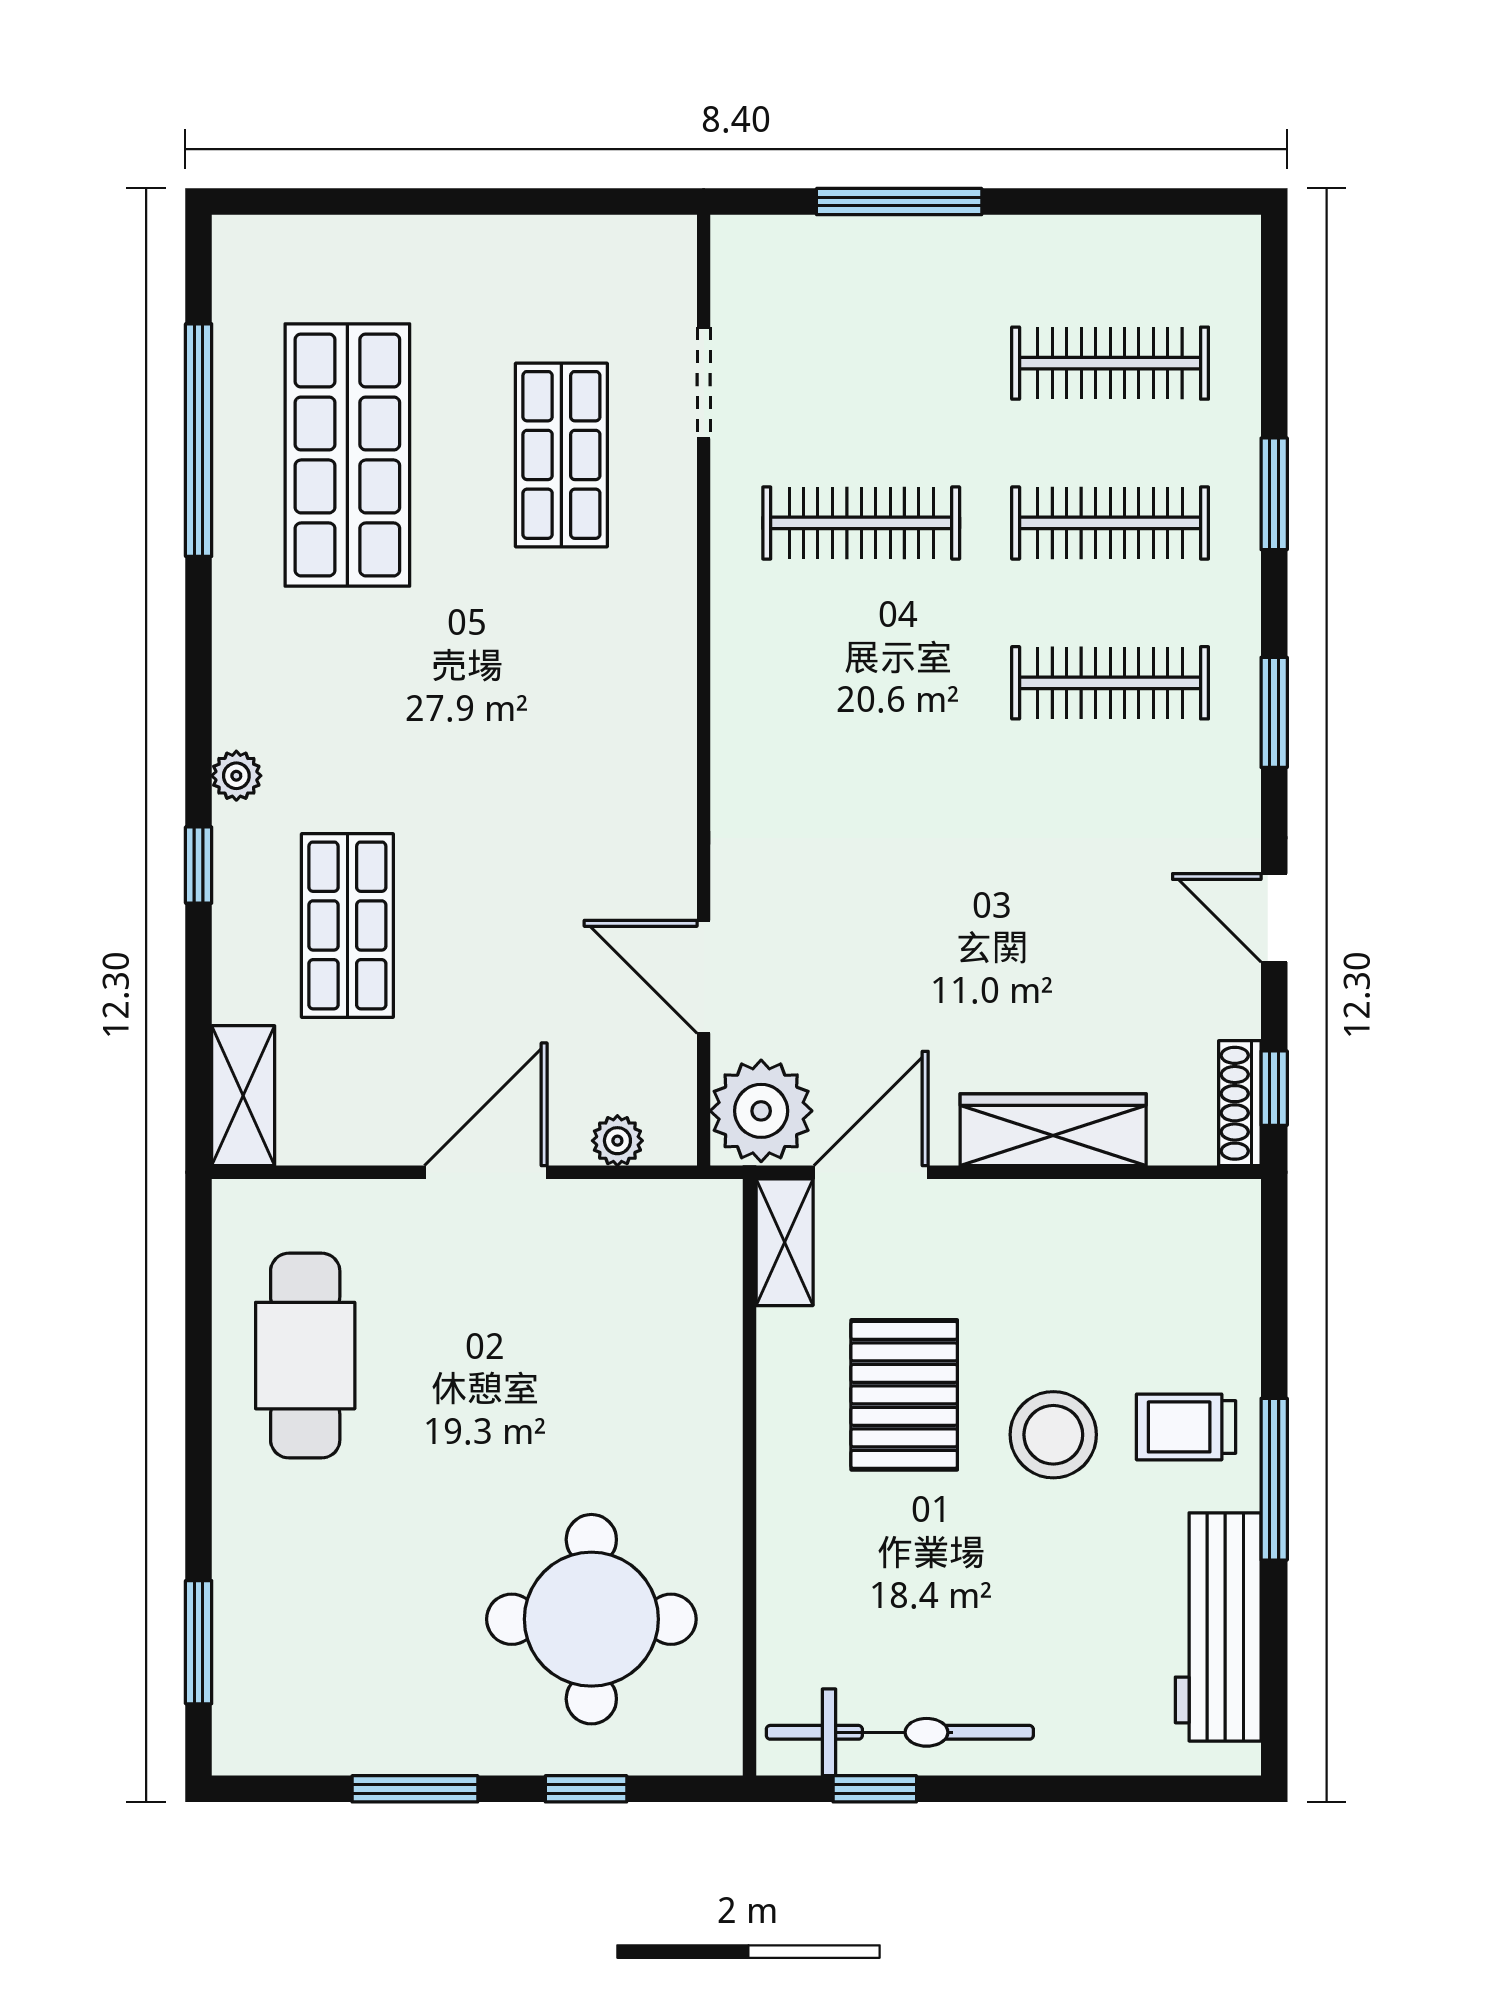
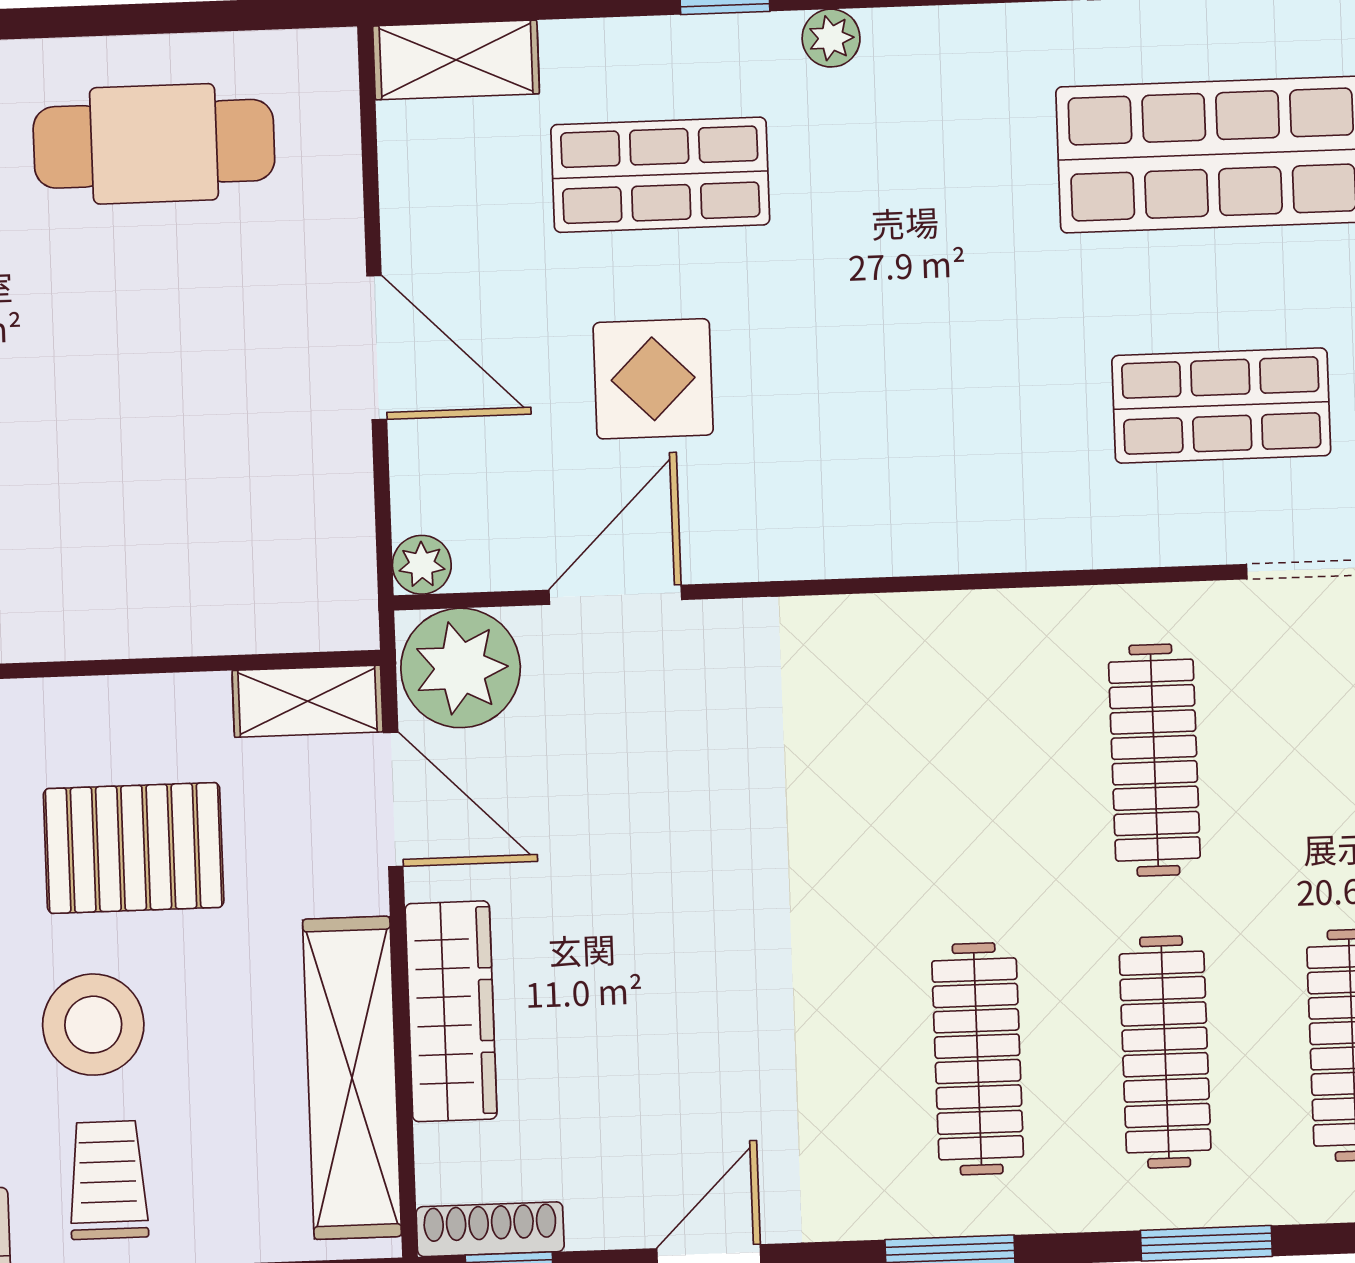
display table: (521, 938) -> (653, 379), added
plant: (617, 1141) -> (422, 565), moved
shelving: (1107, 1216) -> (352, 1078), added

